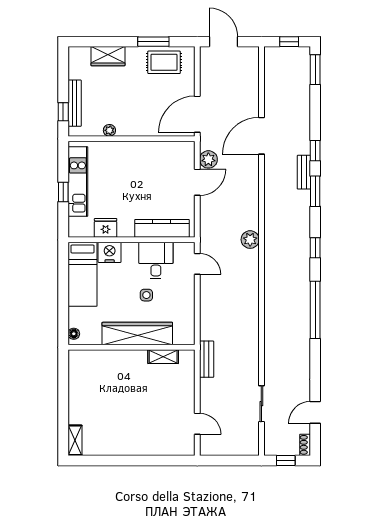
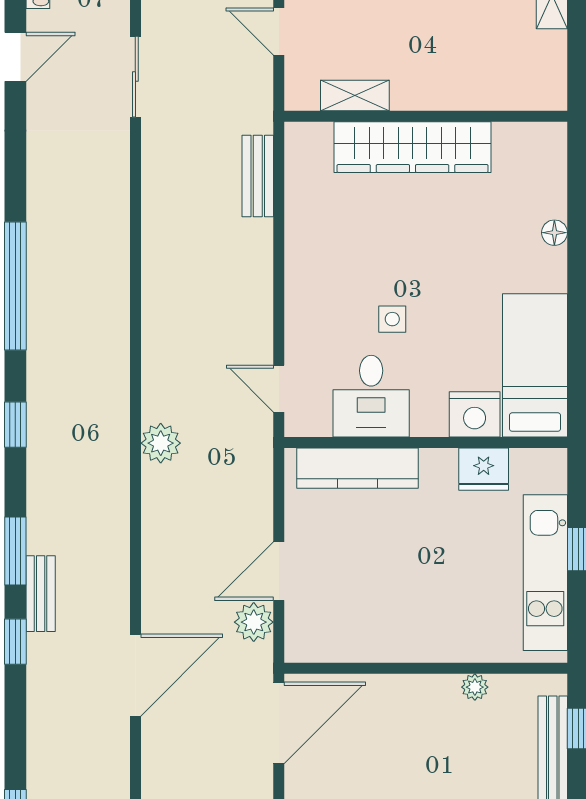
wardrobe: (137, 334) -> (413, 147), moved
wall: (131, 347) -> (426, 116), moved
shelving: (163, 357) -> (355, 96), moved

